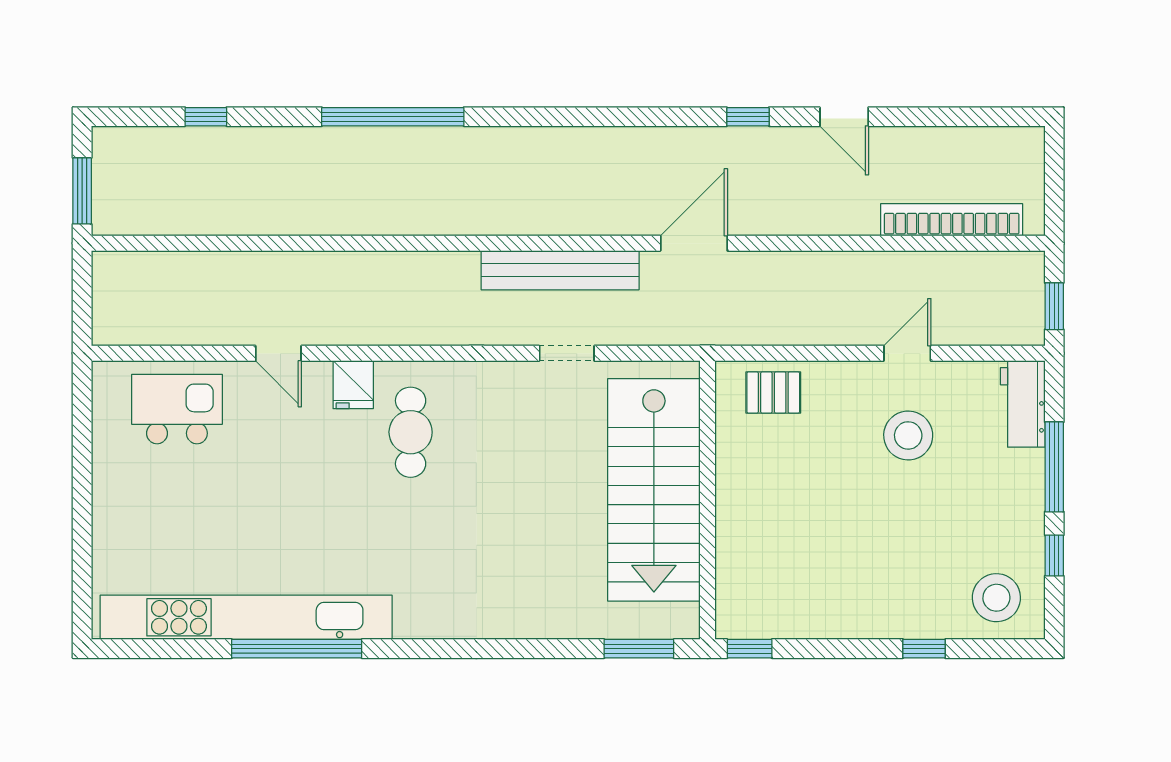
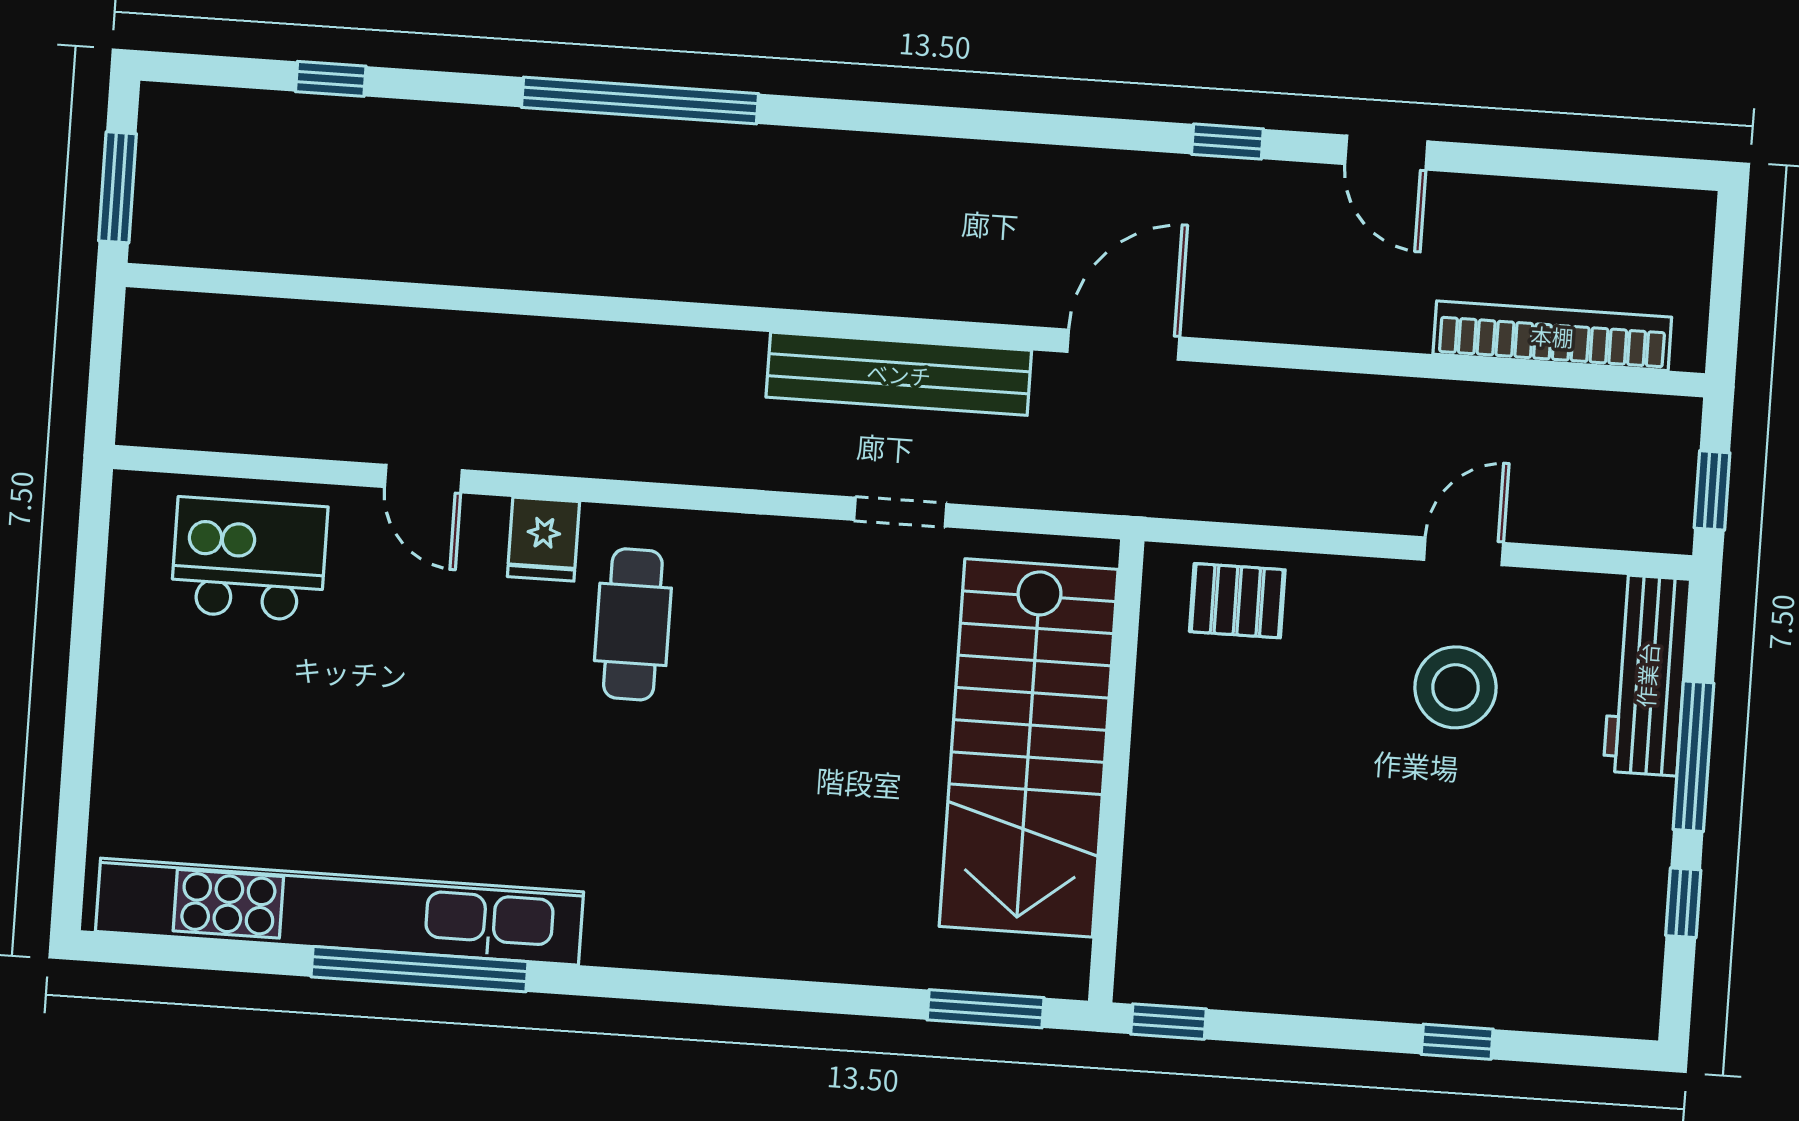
workbench: (1023, 404) -> (1647, 675), width x1.38
stool: (996, 598) -> (1583, 966), removed

